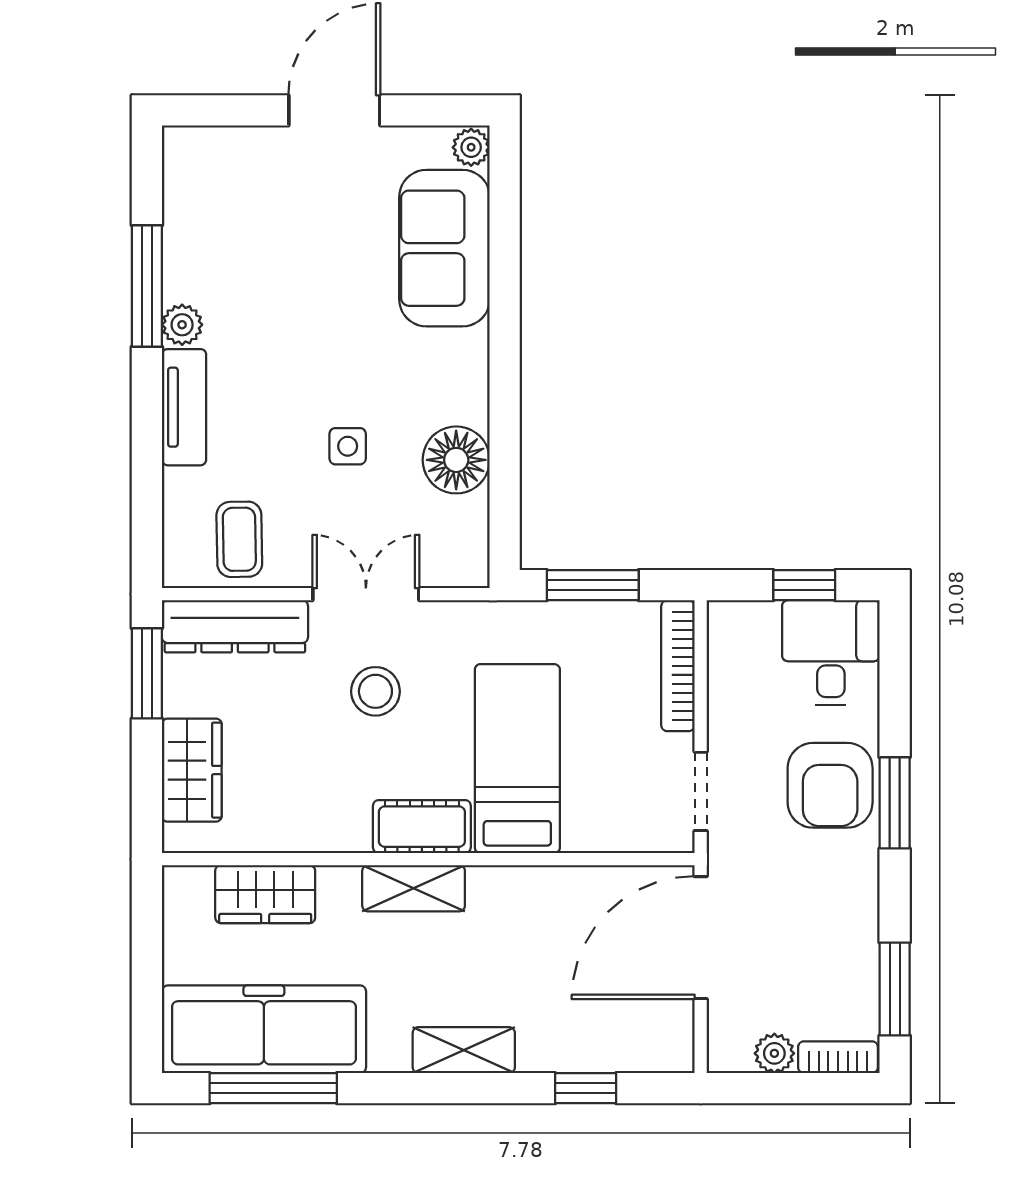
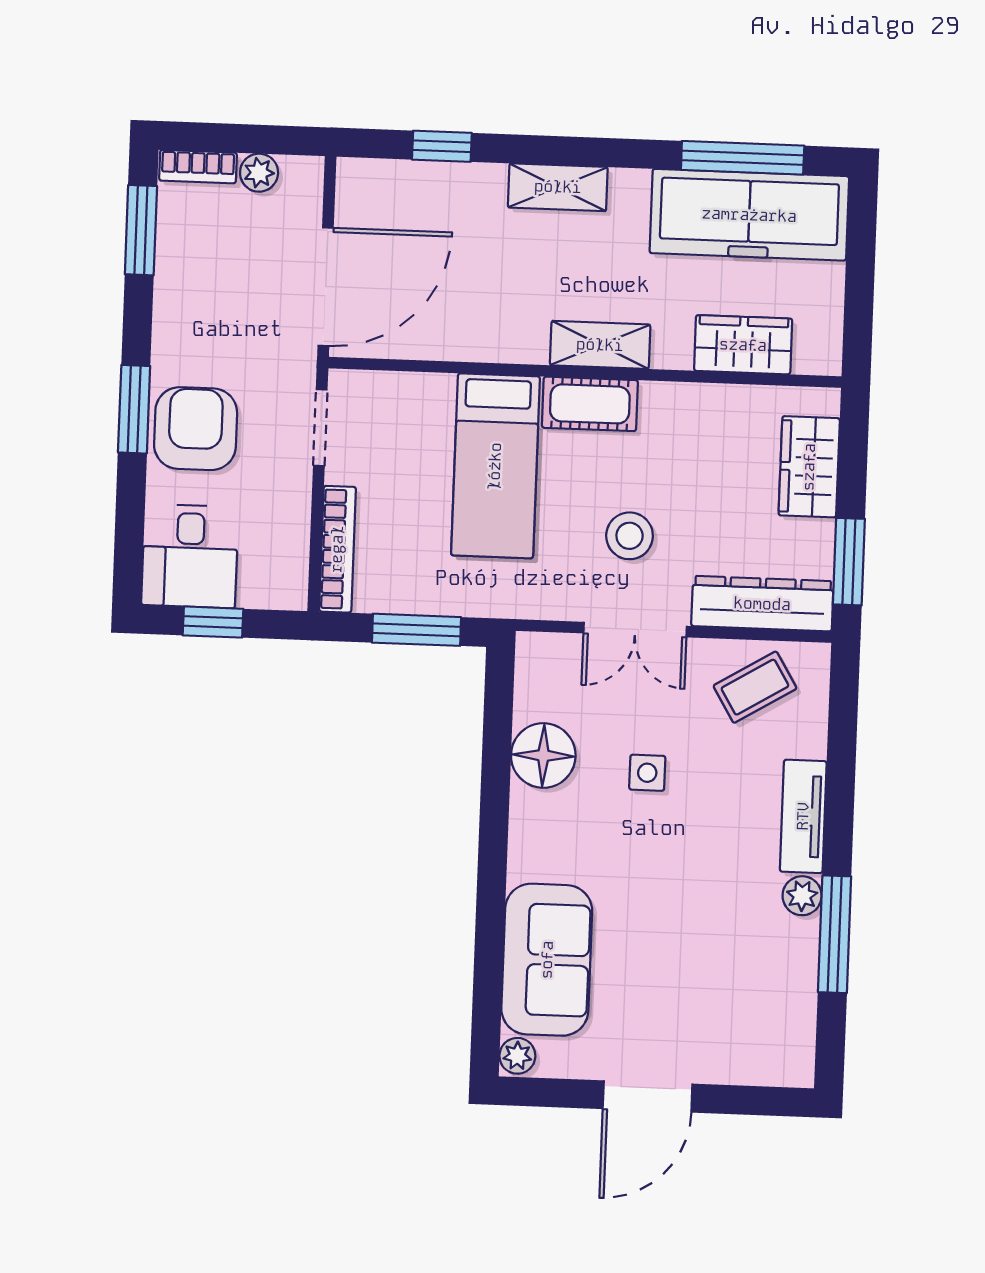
coffee table: (239, 539) -> (755, 687), turned 60

